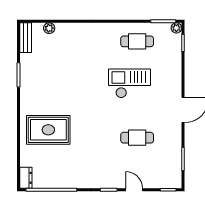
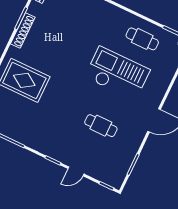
checkout: (130, 83) -> (117, 73), width x1.36, depth x1.21
shoe rack: (25, 85) -> (23, 31), added
door: (134, 190) -> (76, 171), swing flipped

